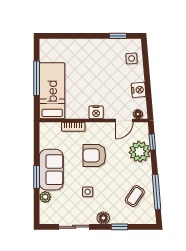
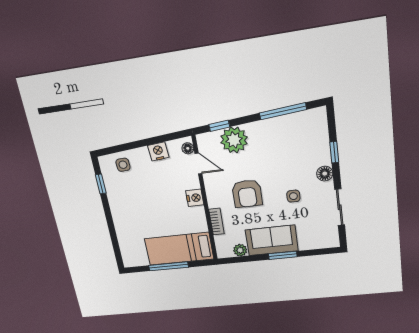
coffee table: (135, 196) -> (292, 138), removed
plant: (45, 197) -> (240, 250), moved

